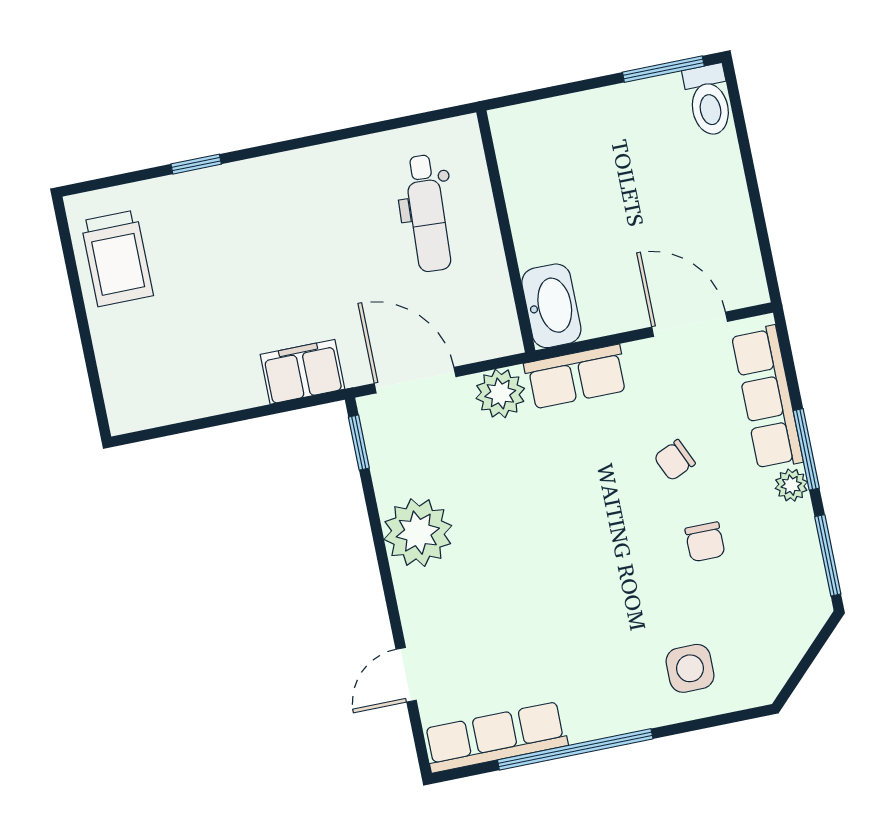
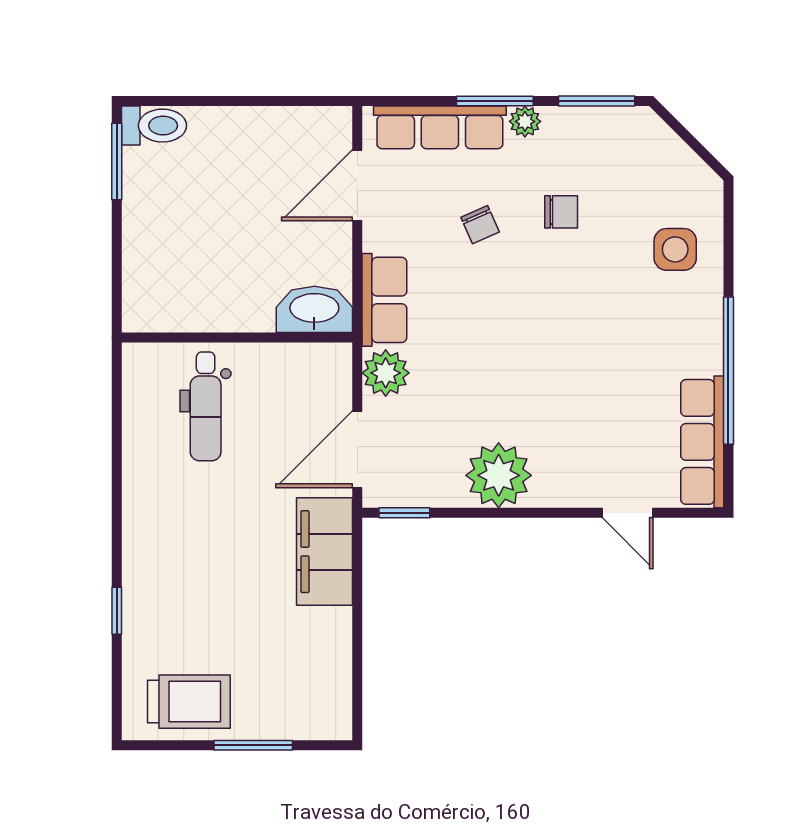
dental chair: (427, 213) -> (206, 406), turned 87
window: (85, 335) -> (253, 745), added
filing cabinet: (302, 372) -> (324, 552), width x1.50, depth x1.17

